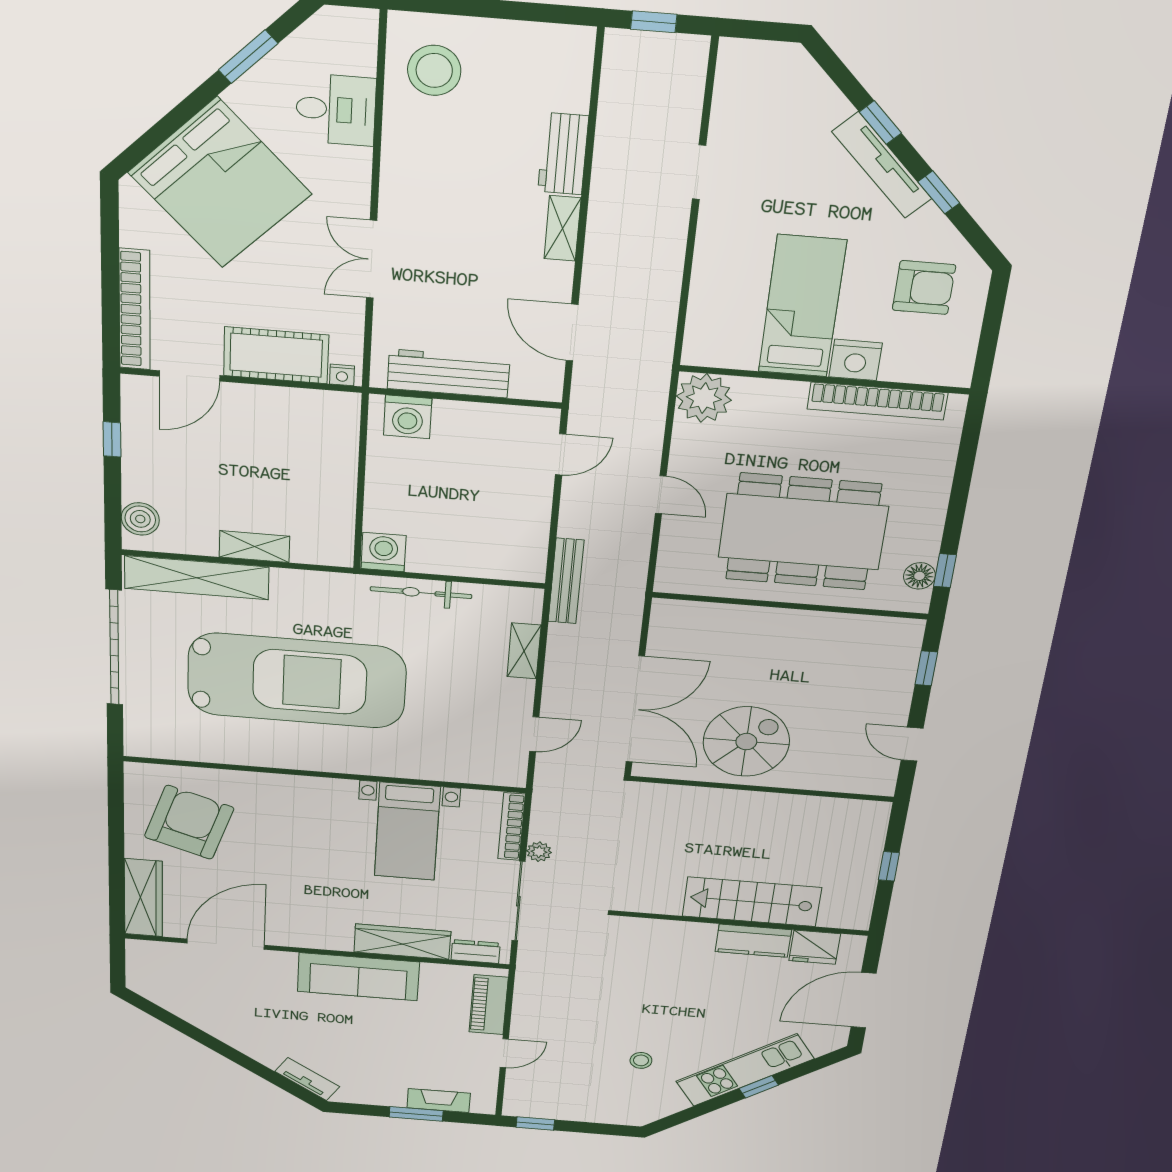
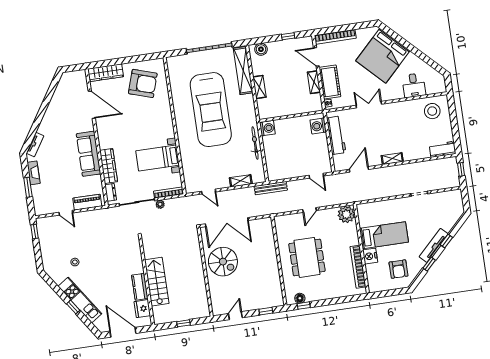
window: (248, 57) -> (424, 58), removed
workbench: (563, 154) -> (443, 149), moved
shelving: (268, 399) -> (314, 82), added
dining table: (803, 532) -> (307, 257), width x0.73, depth x0.80
fireplace: (439, 1101) -> (34, 173), moved

